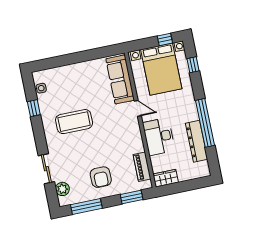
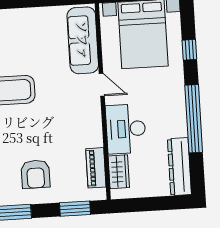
window: (193, 65) -> (189, 50), moved
dresser: (197, 141) -> (179, 167), moved
wardrobe: (166, 178) -> (119, 172), moved, turned 90

